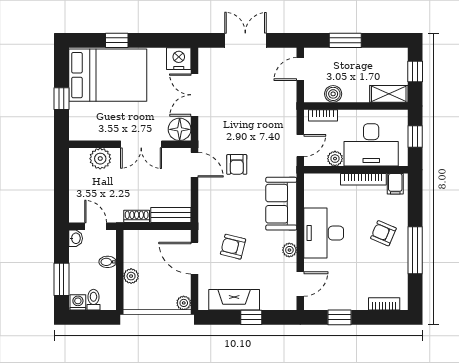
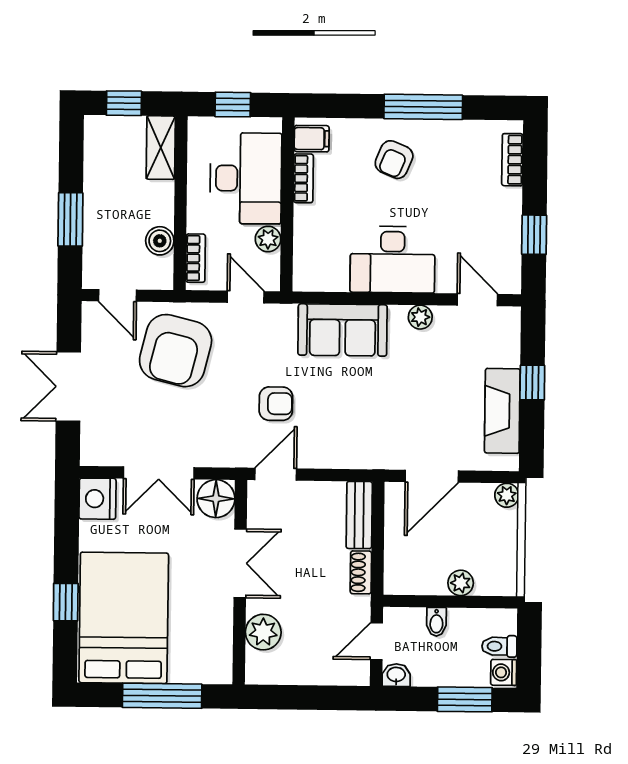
window: (61, 99) -> (162, 696), width x2.17
bookcase: (363, 179) -> (303, 178), width x0.64
armchair: (233, 247) -> (176, 351), moved, width x1.88, depth x1.88

